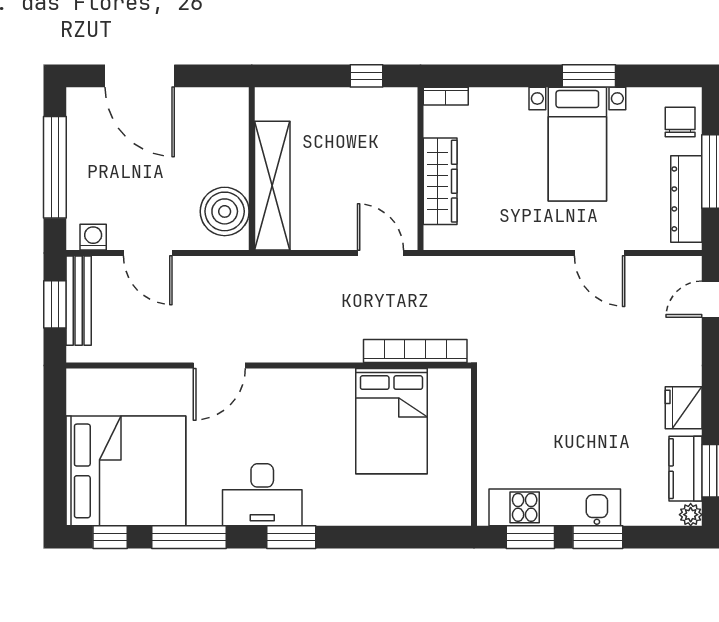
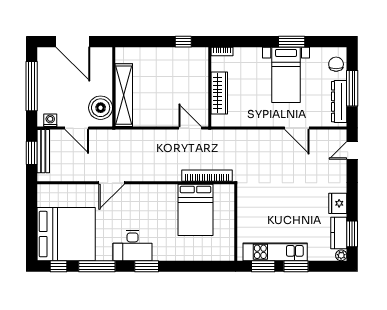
wall: (252, 169) -> (114, 87), moved
shelving: (272, 186) -> (124, 95), moved
boiler: (225, 211) -> (101, 108), moved

